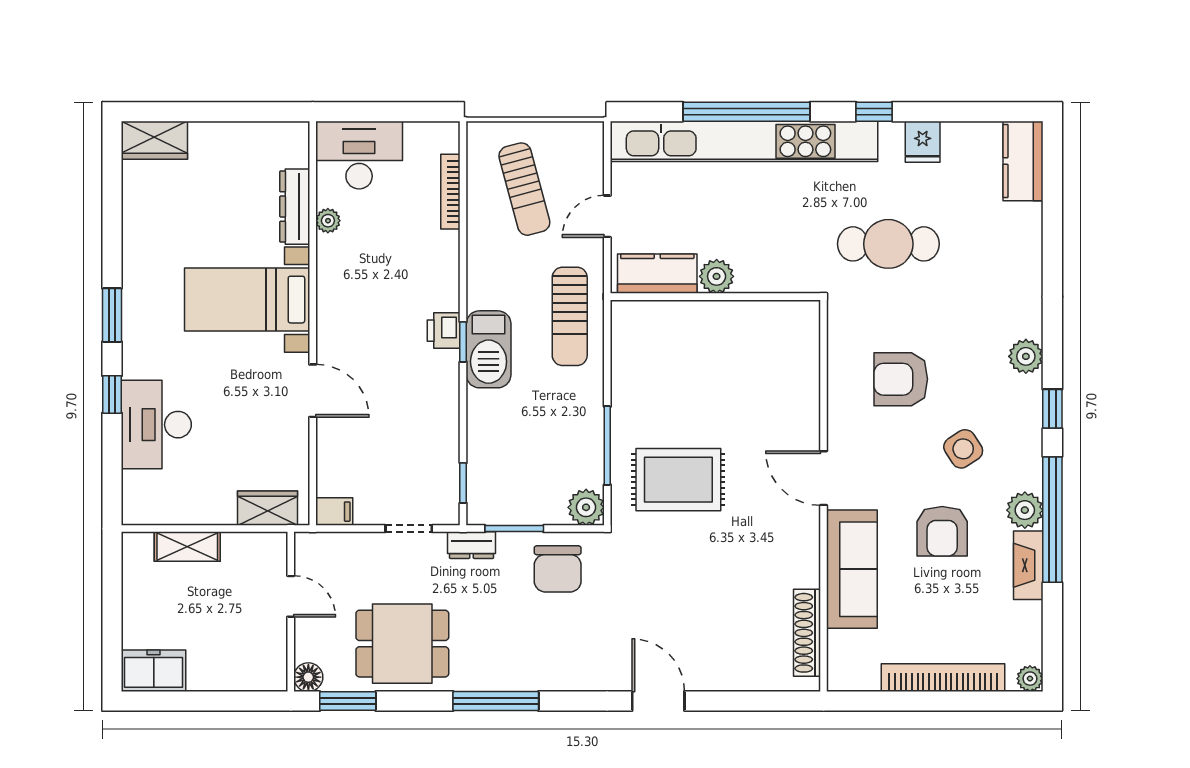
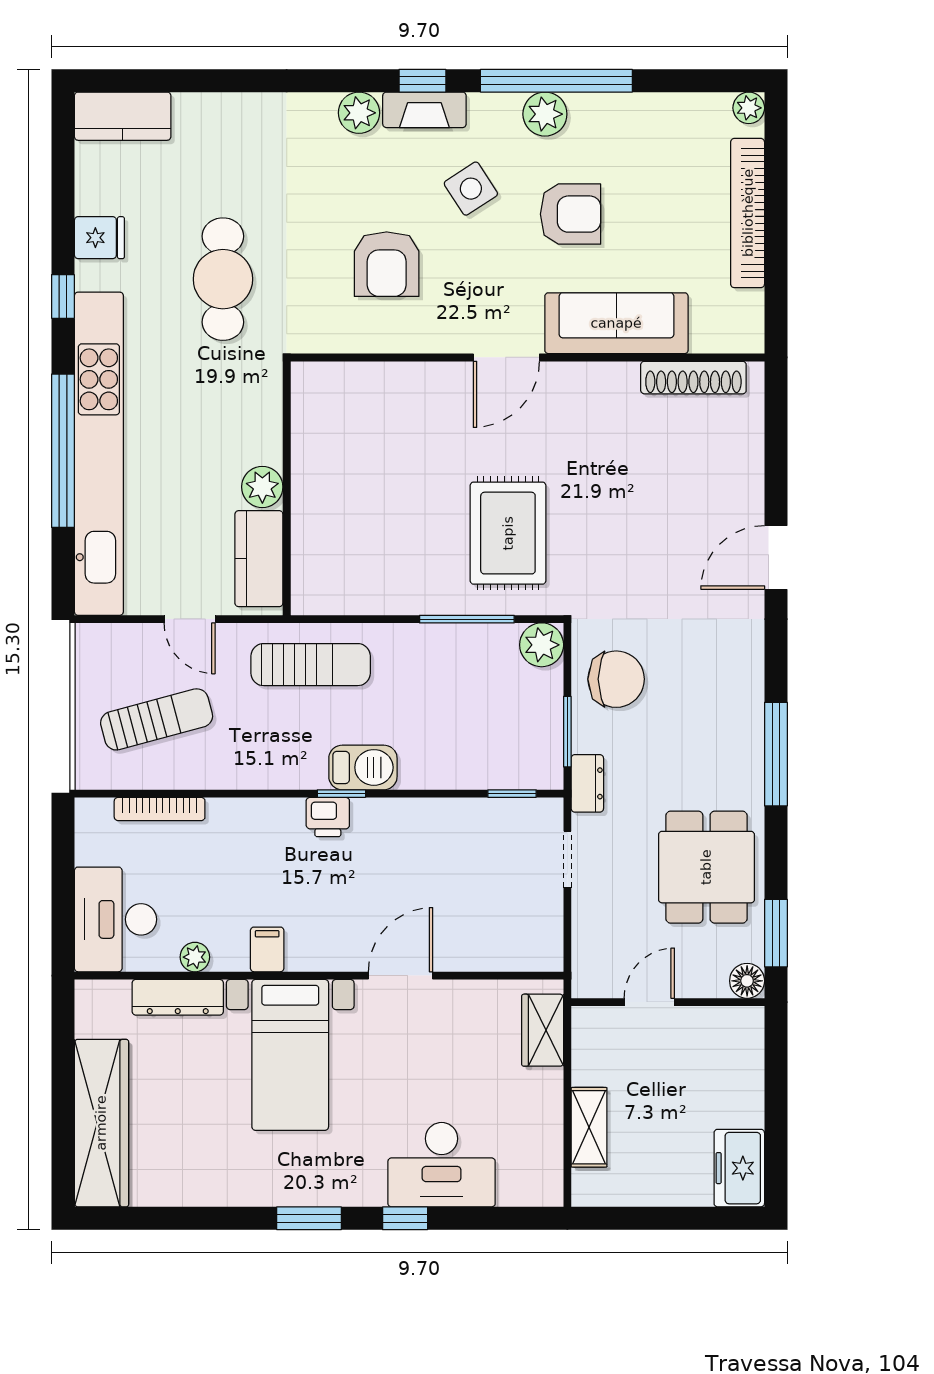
wardrobe: (154, 140) -> (101, 1123), width x2.10, depth x1.17
barbecue: (489, 349) -> (363, 767), width x0.73, depth x0.83
filing cabinet: (334, 512) -> (267, 949), moved
fireplace: (1028, 565) -> (424, 110), moved

